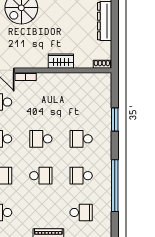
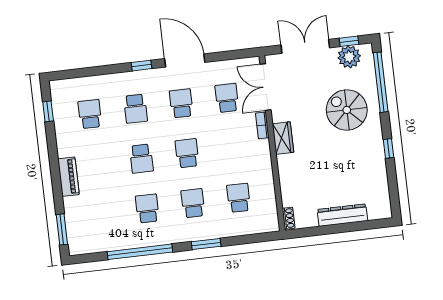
wardrobe: (61, 61) -> (283, 138), moved
window: (115, 120) -> (206, 244), moved
school desk: (81, 212) -> (239, 198), moved, turned 180

